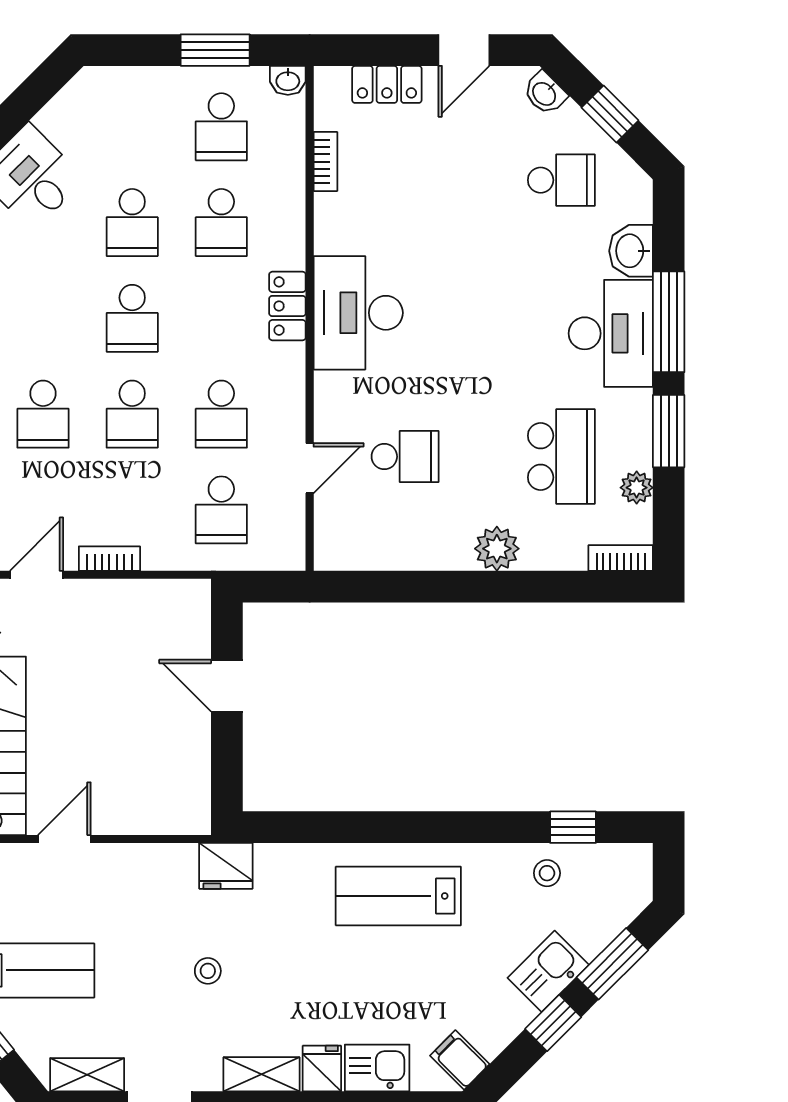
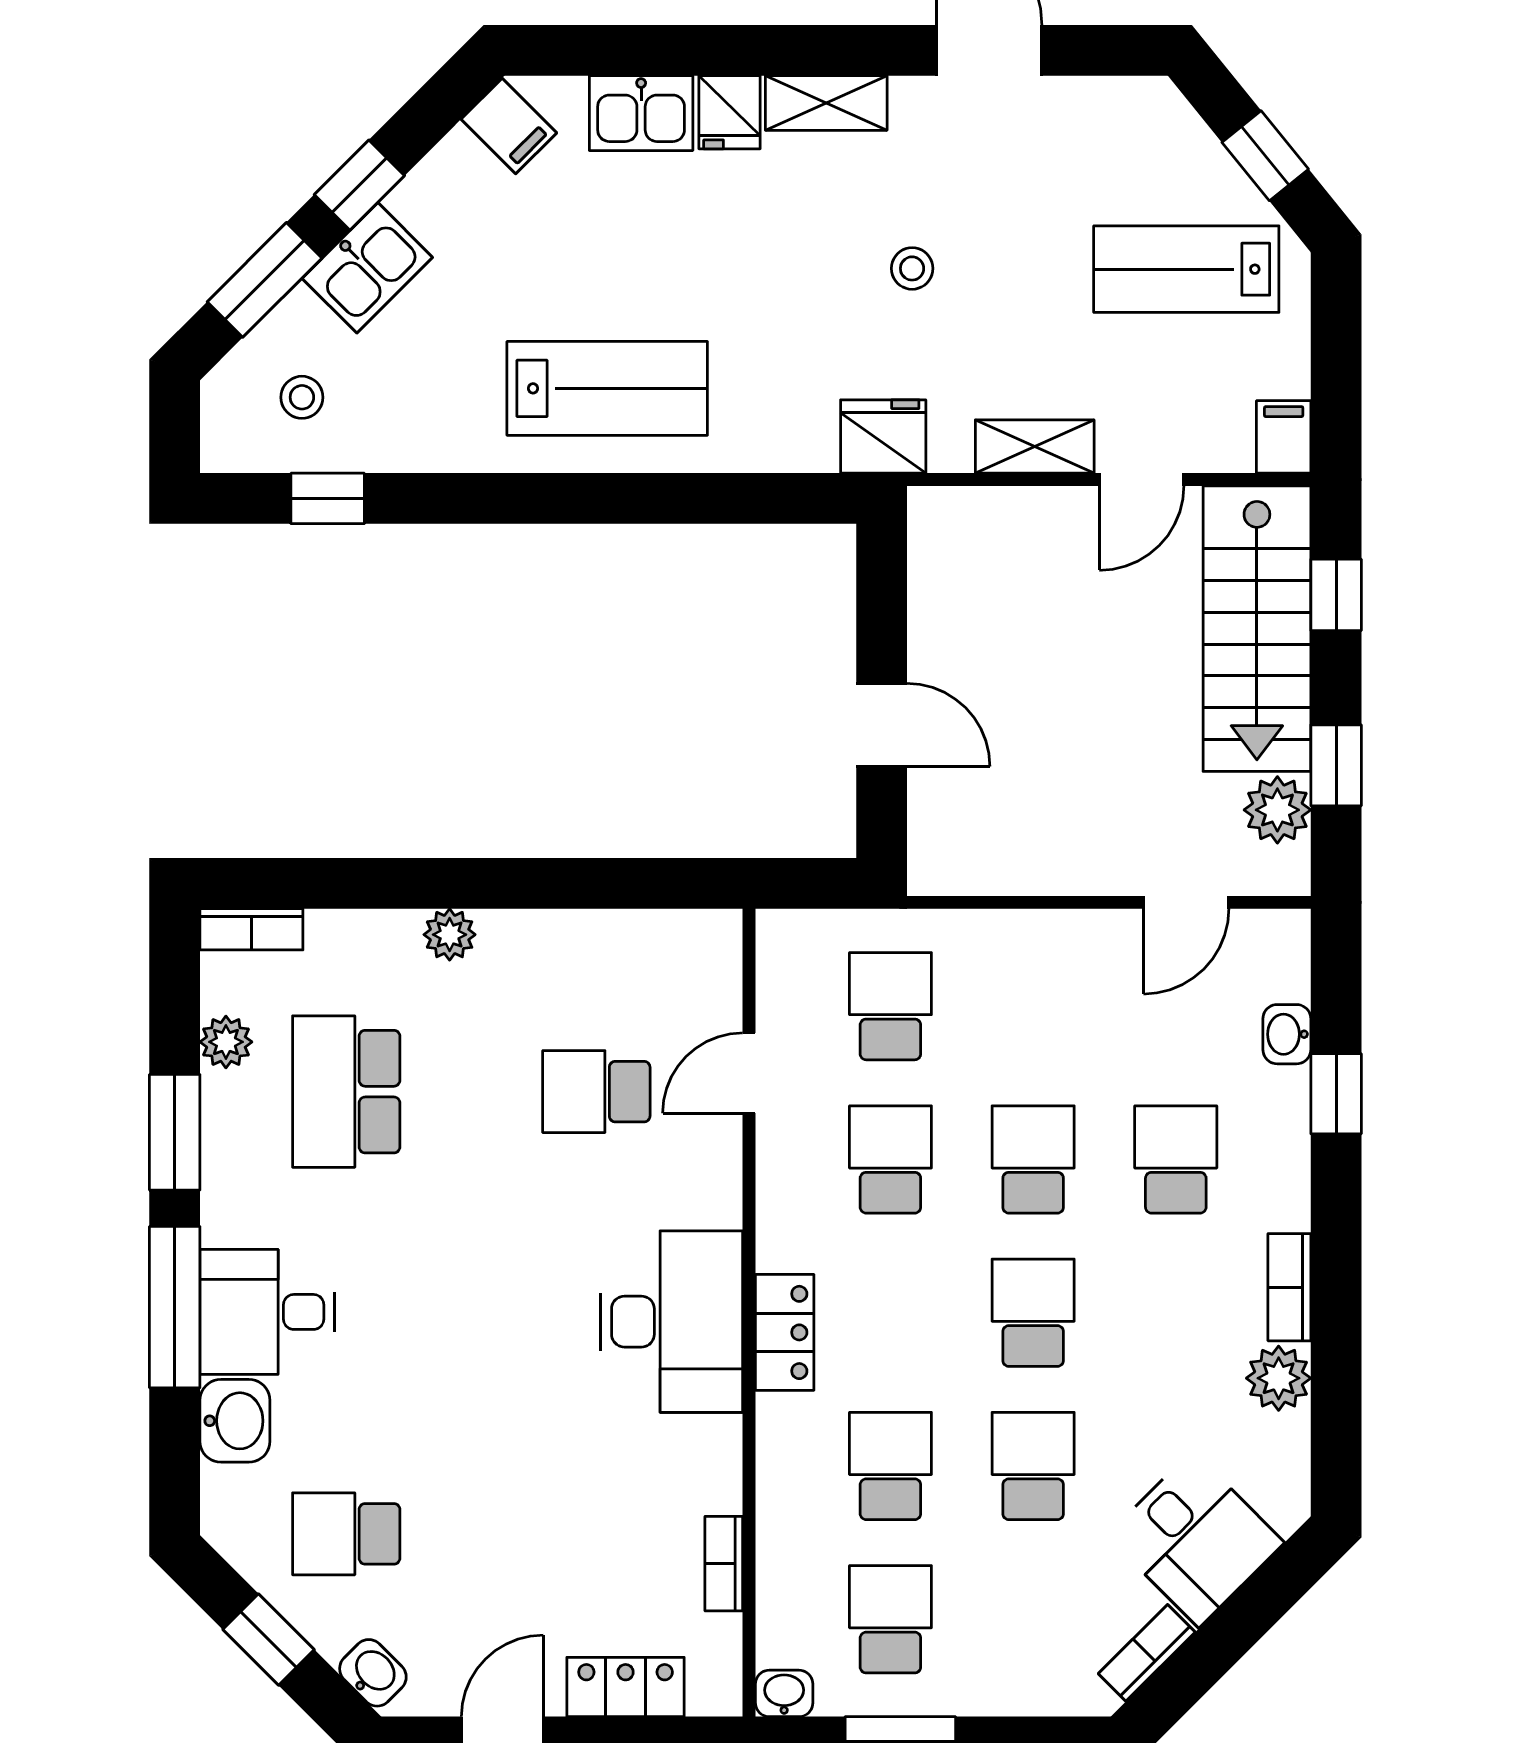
desk: (611, 333) -> (267, 1312), width x0.73
plant: (497, 549) -> (450, 935), width x0.73, depth x0.73
bookcase: (109, 559) -> (1147, 1653), moved, turned 135
stool: (547, 873) -> (302, 397), moved
shelving: (87, 1075) -> (1035, 447), moved

